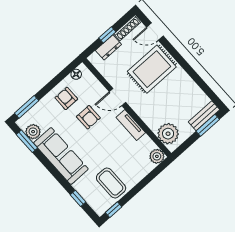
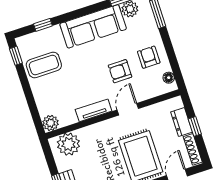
armchair: (66, 98) -> (149, 57), turned -90

